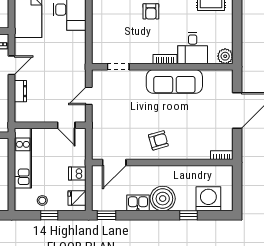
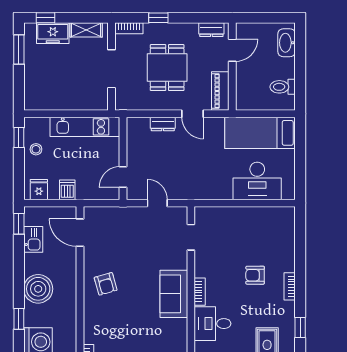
sofa: (174, 82) -> (174, 294), width x0.73
kitchen sink: (138, 203) -> (33, 239), moved
window: (49, 215) -> (19, 138), moved

